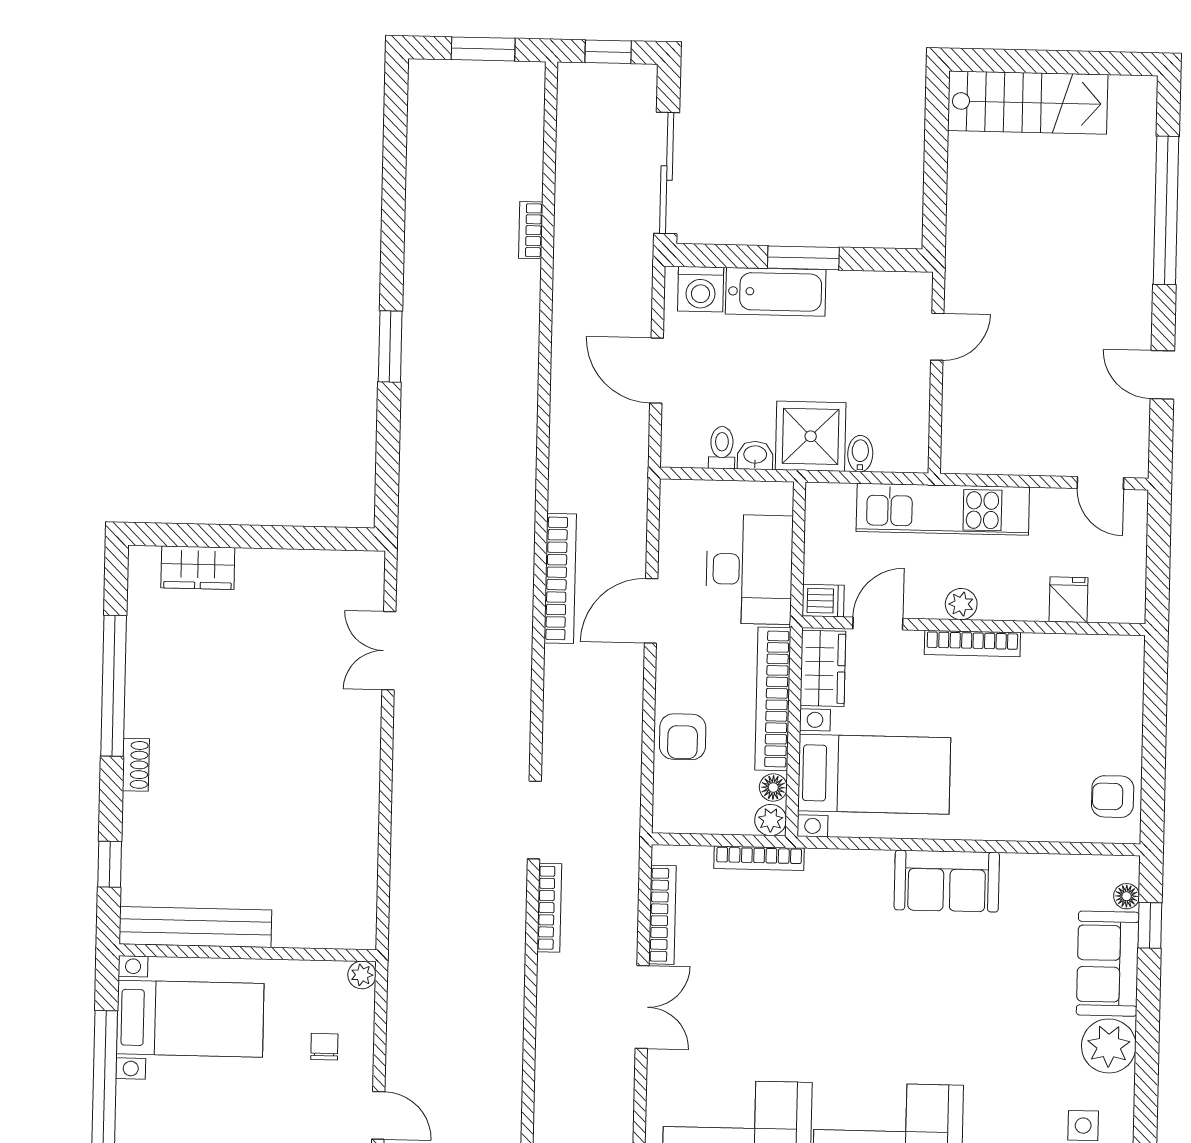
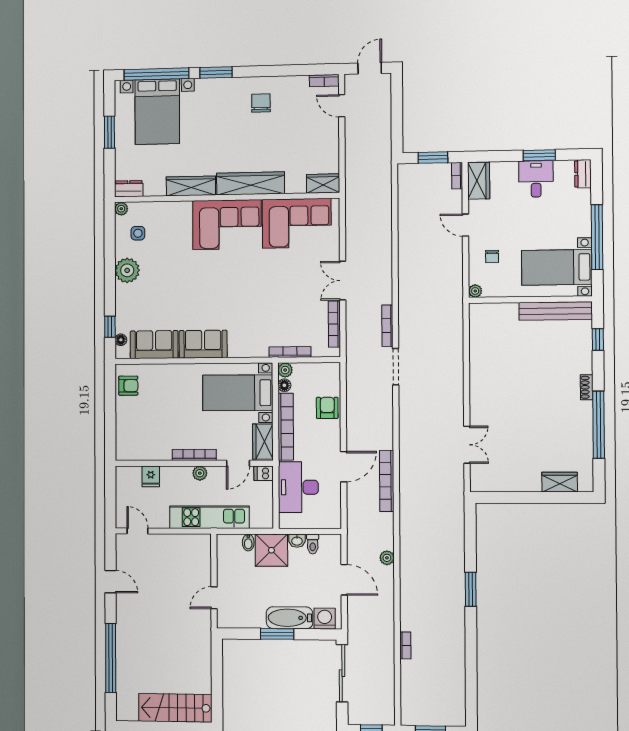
plant: (564, 416) -> (387, 558), added
sofa: (1108, 964) -> (154, 345), moved, turned -90

